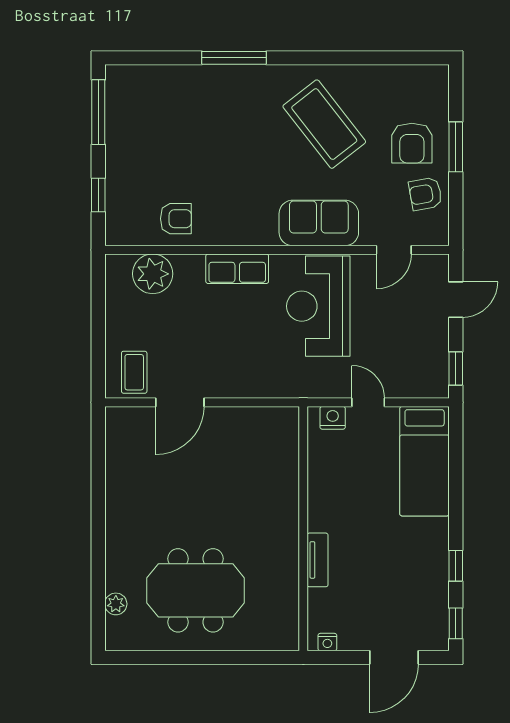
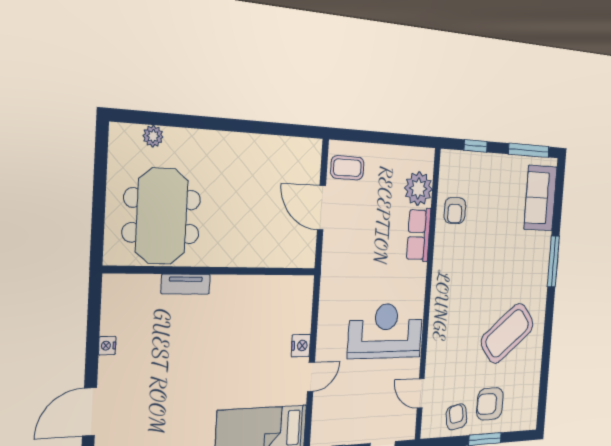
sofa: (319, 223) -> (540, 198), moved, turned 180
row of seats: (237, 269) -> (419, 235), moved
wall: (303, 529) -> (214, 271), moved
tv unit: (318, 560) -> (186, 284), moved
door: (394, 657) -> (89, 412), hinge flipped

